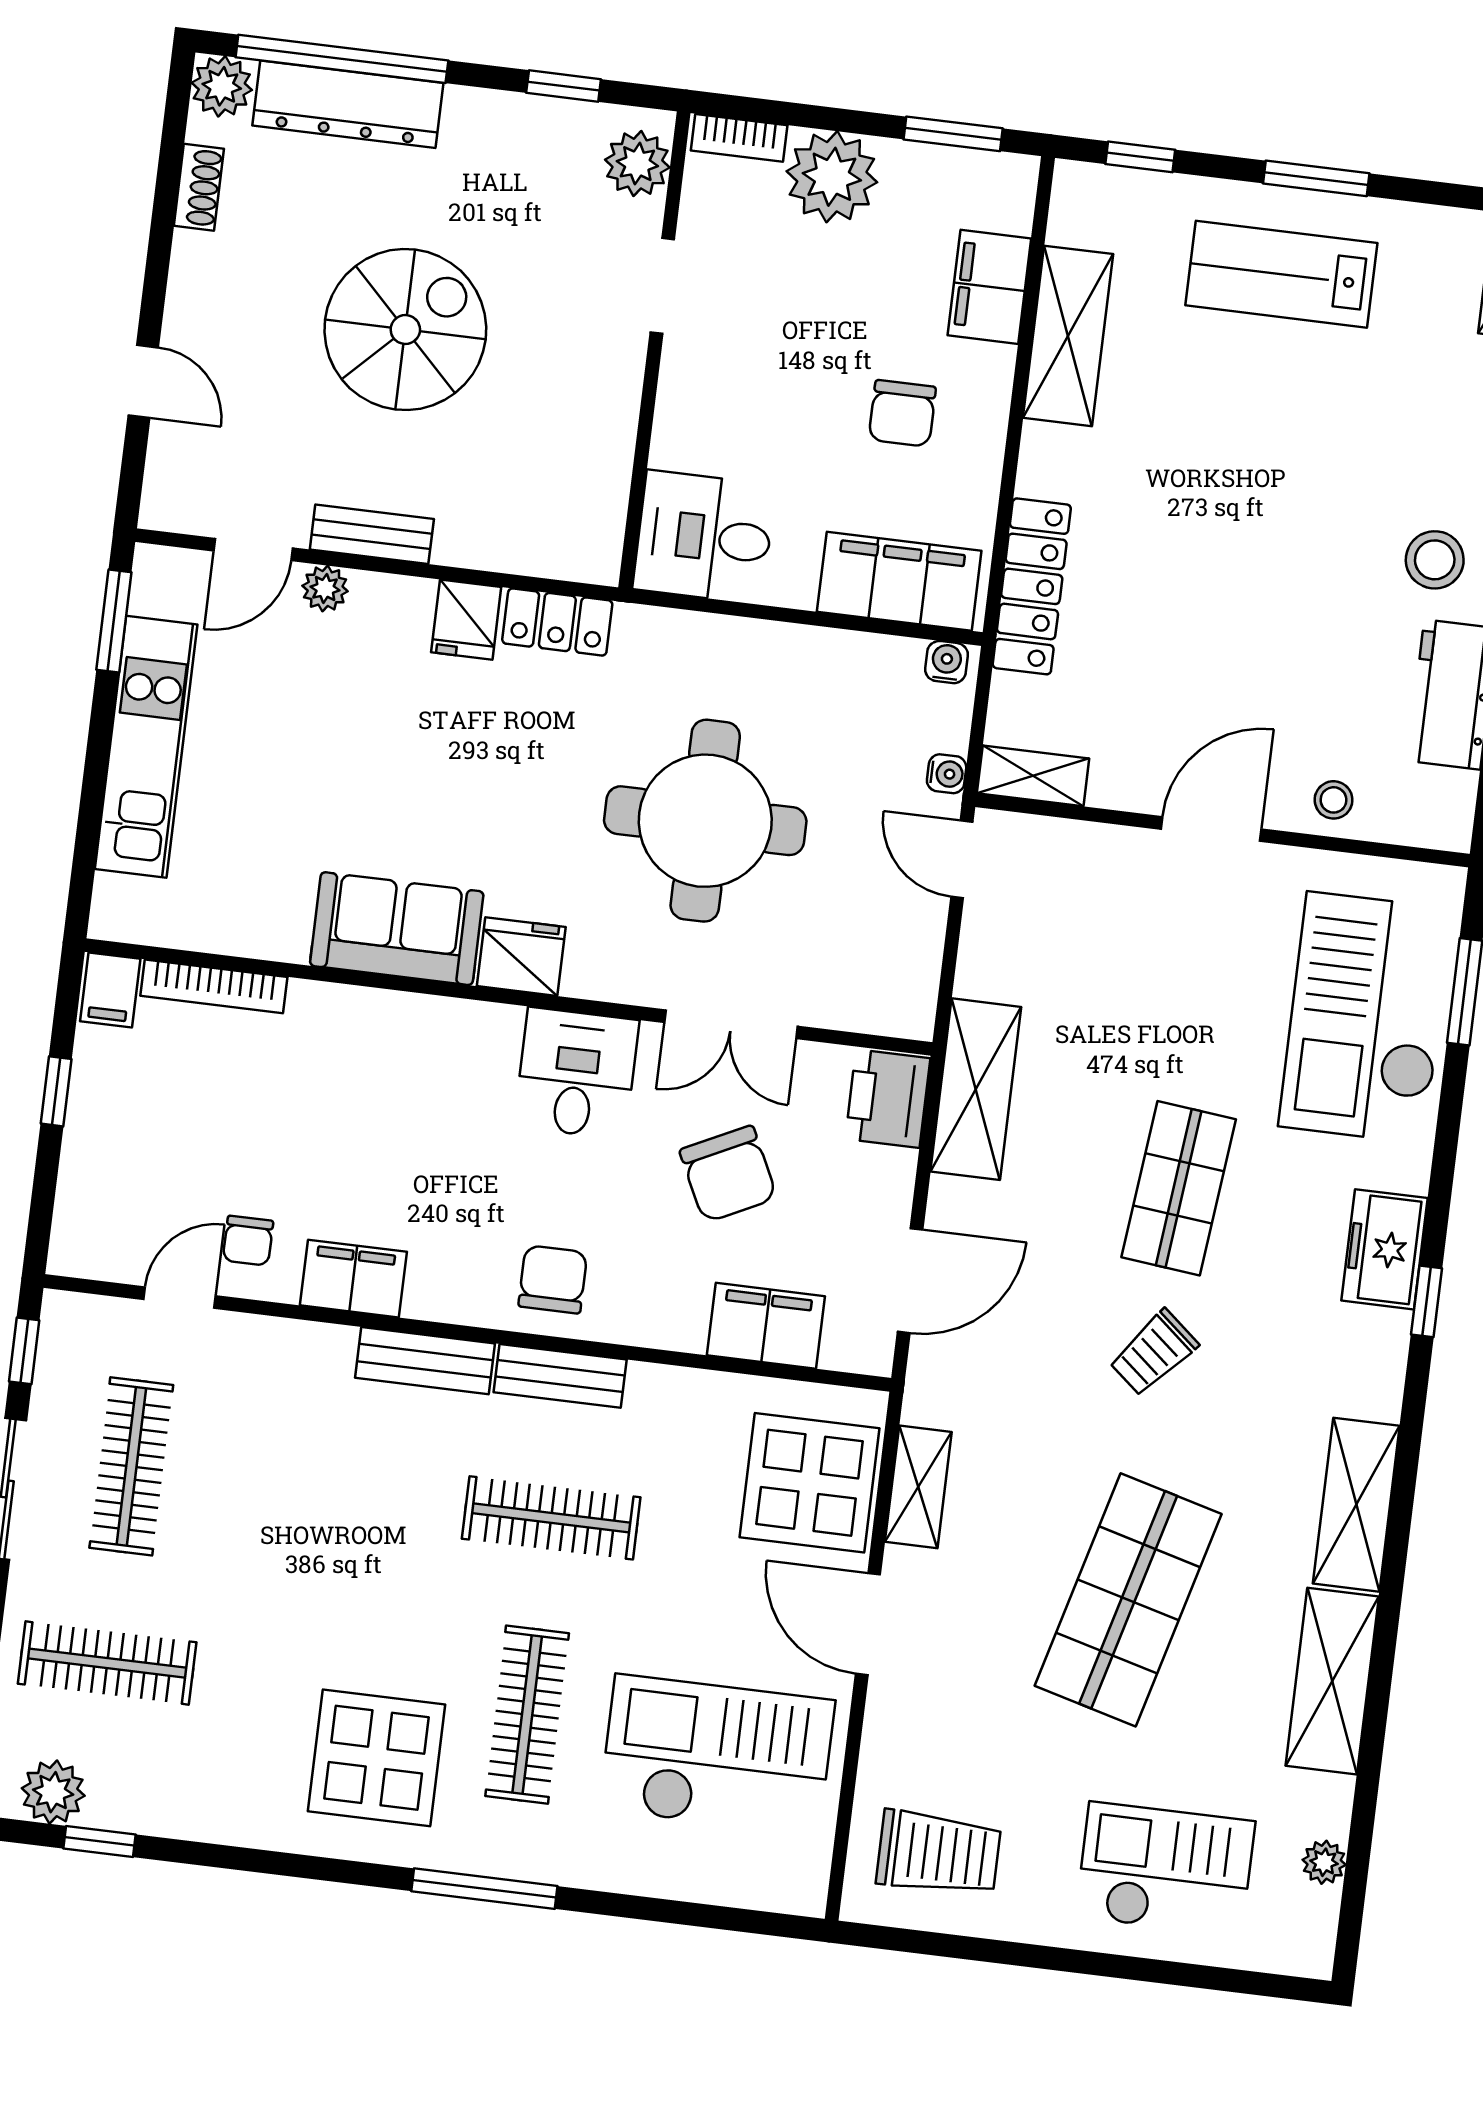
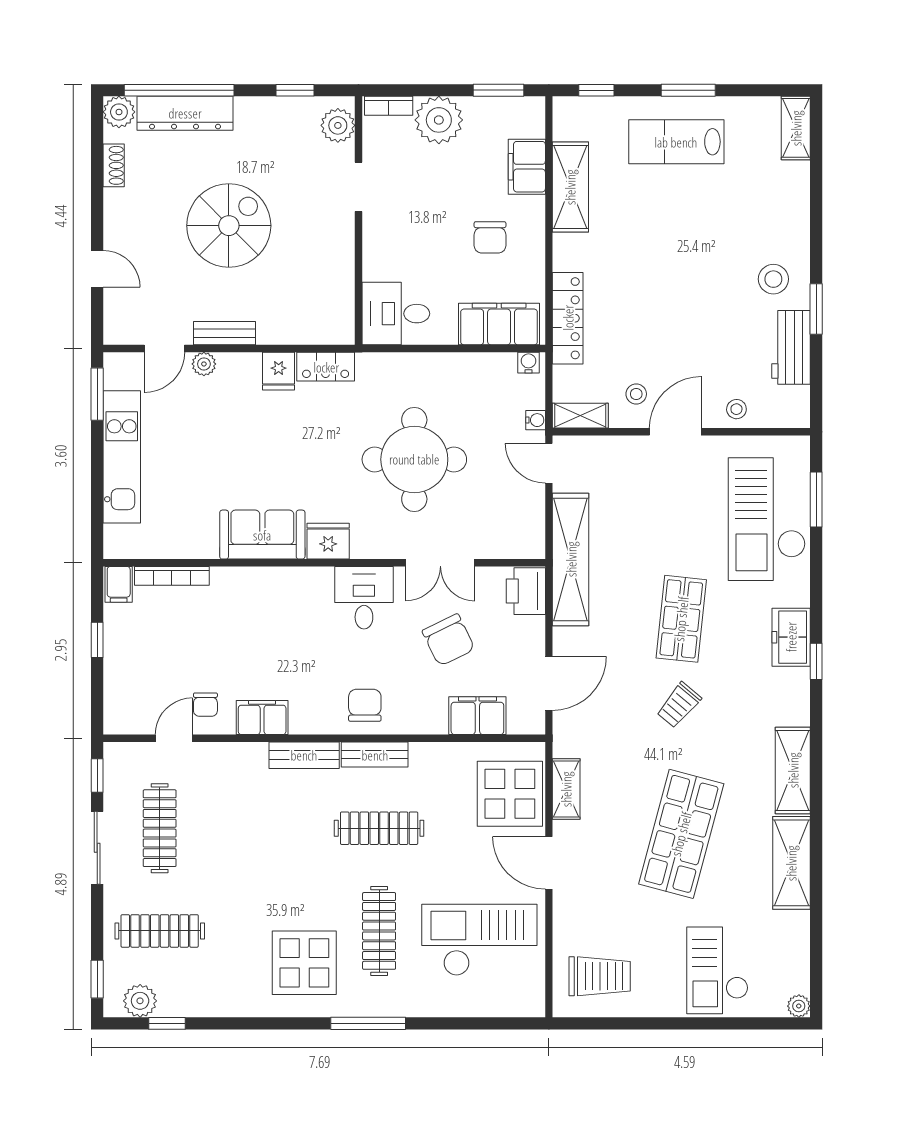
stool: (1145, 747) -> (636, 394), added
shelving: (976, 1089) -> (571, 559), width x1.47
plant: (1324, 1862) -> (799, 1006), moved
checkout: (1165, 1869) -> (717, 970), turned -90

